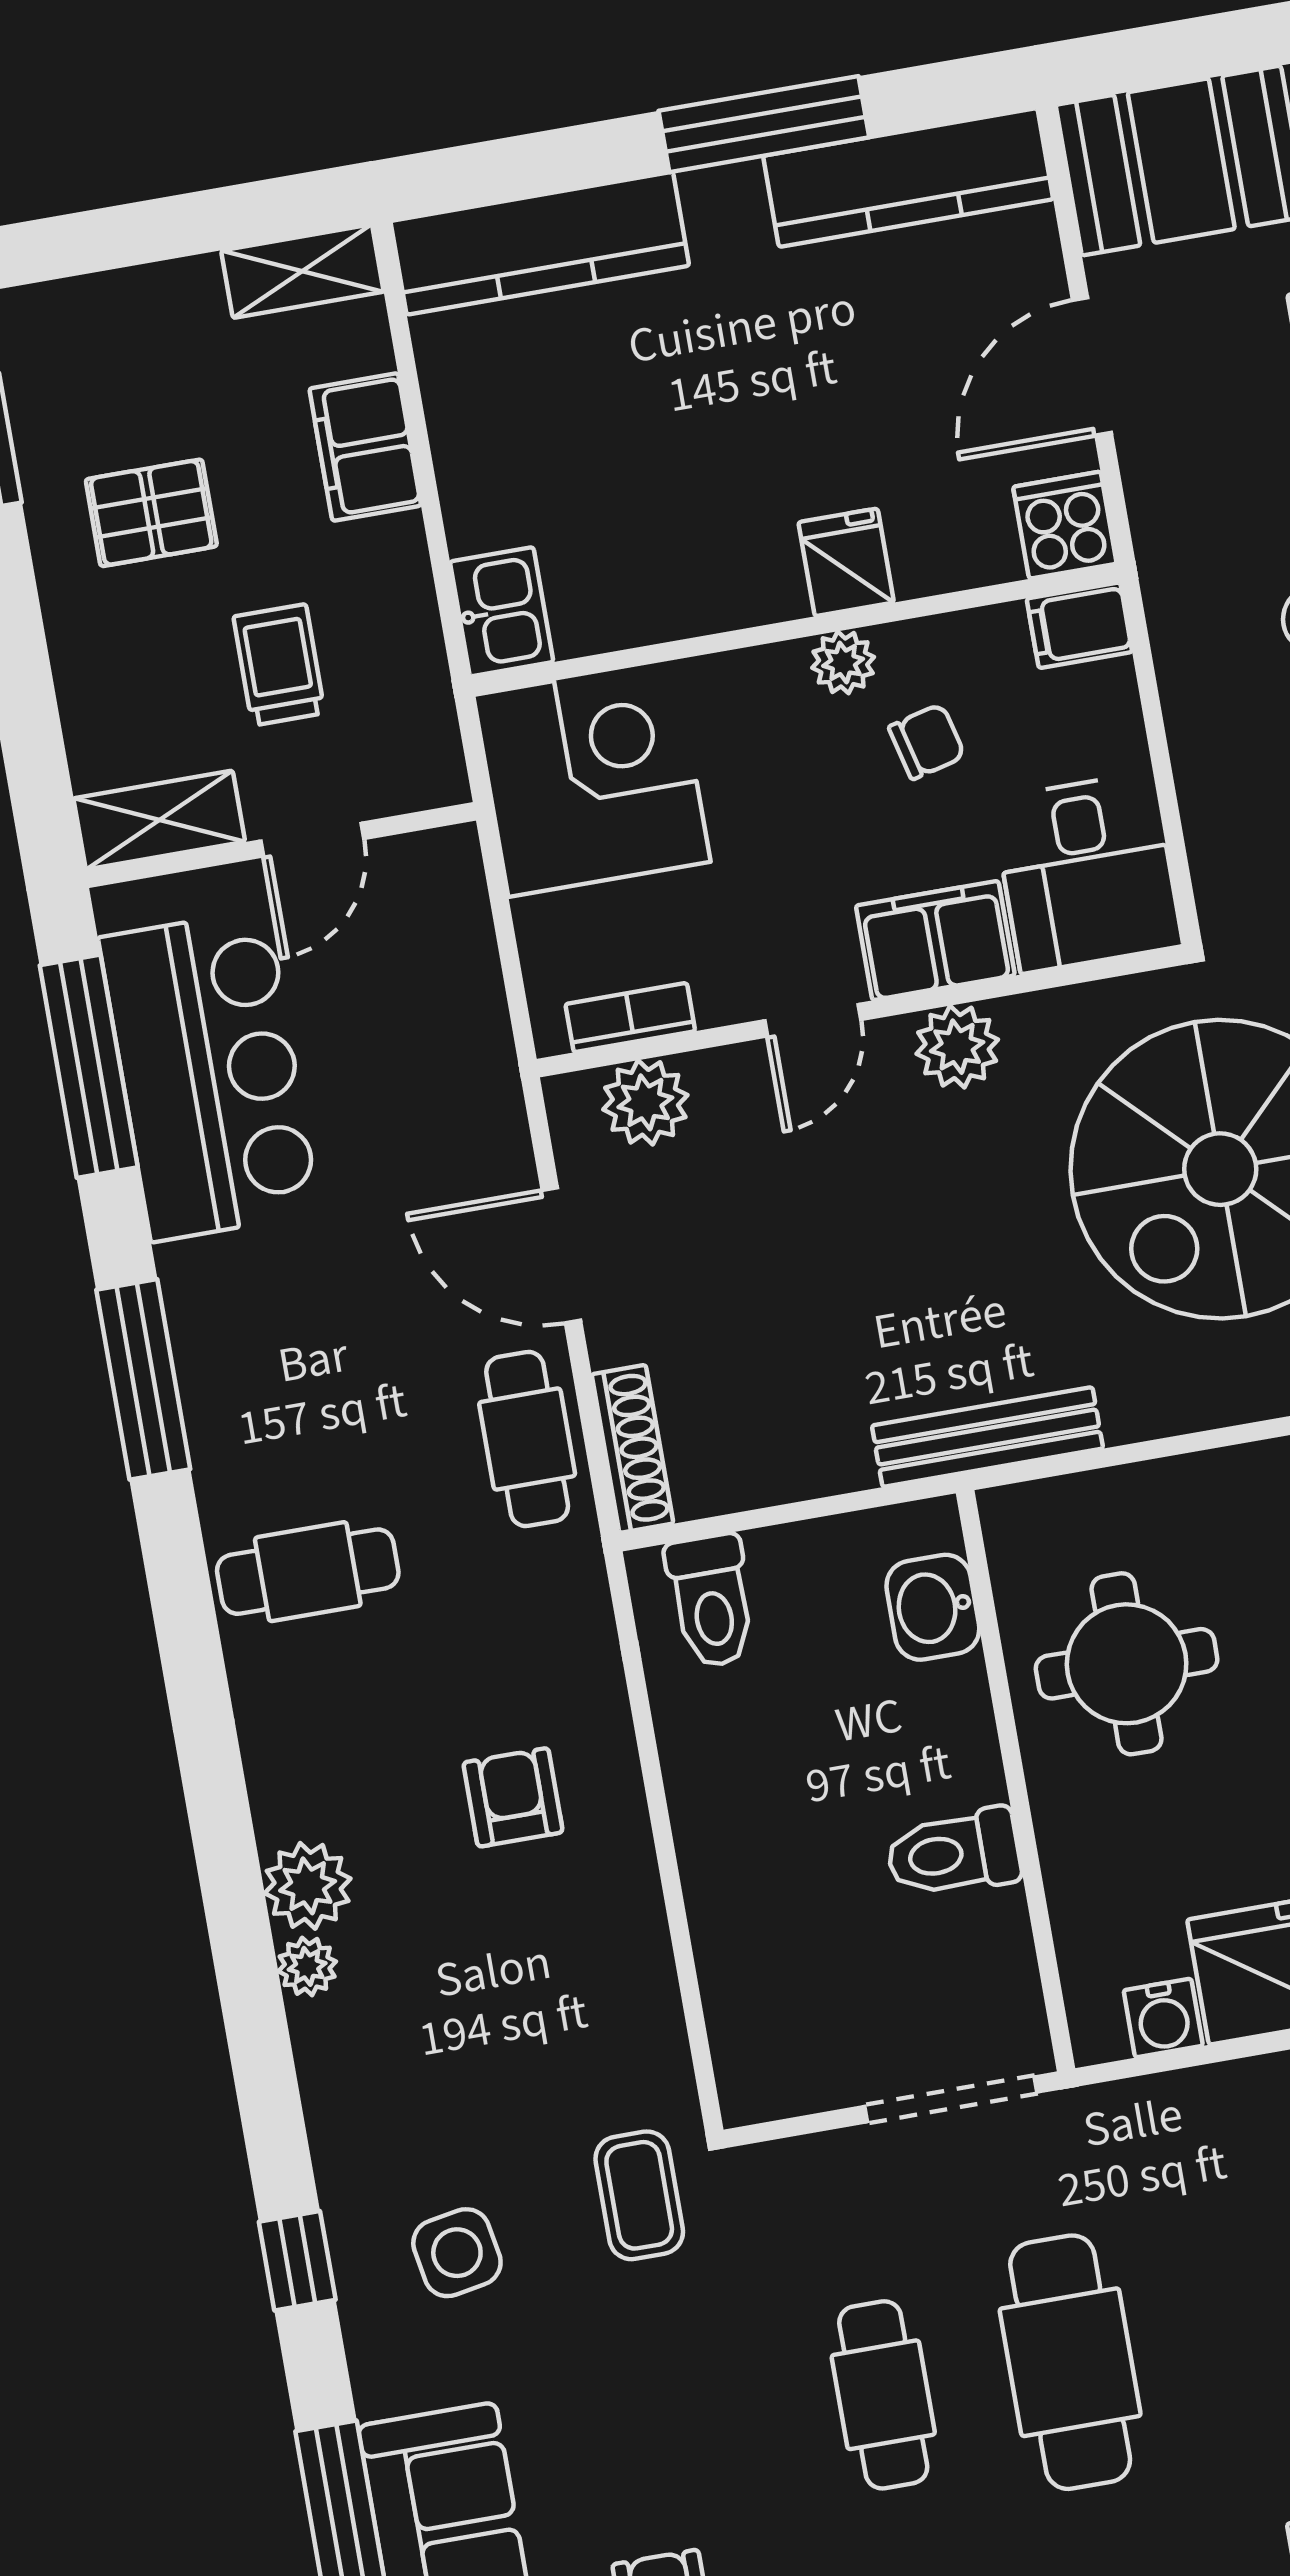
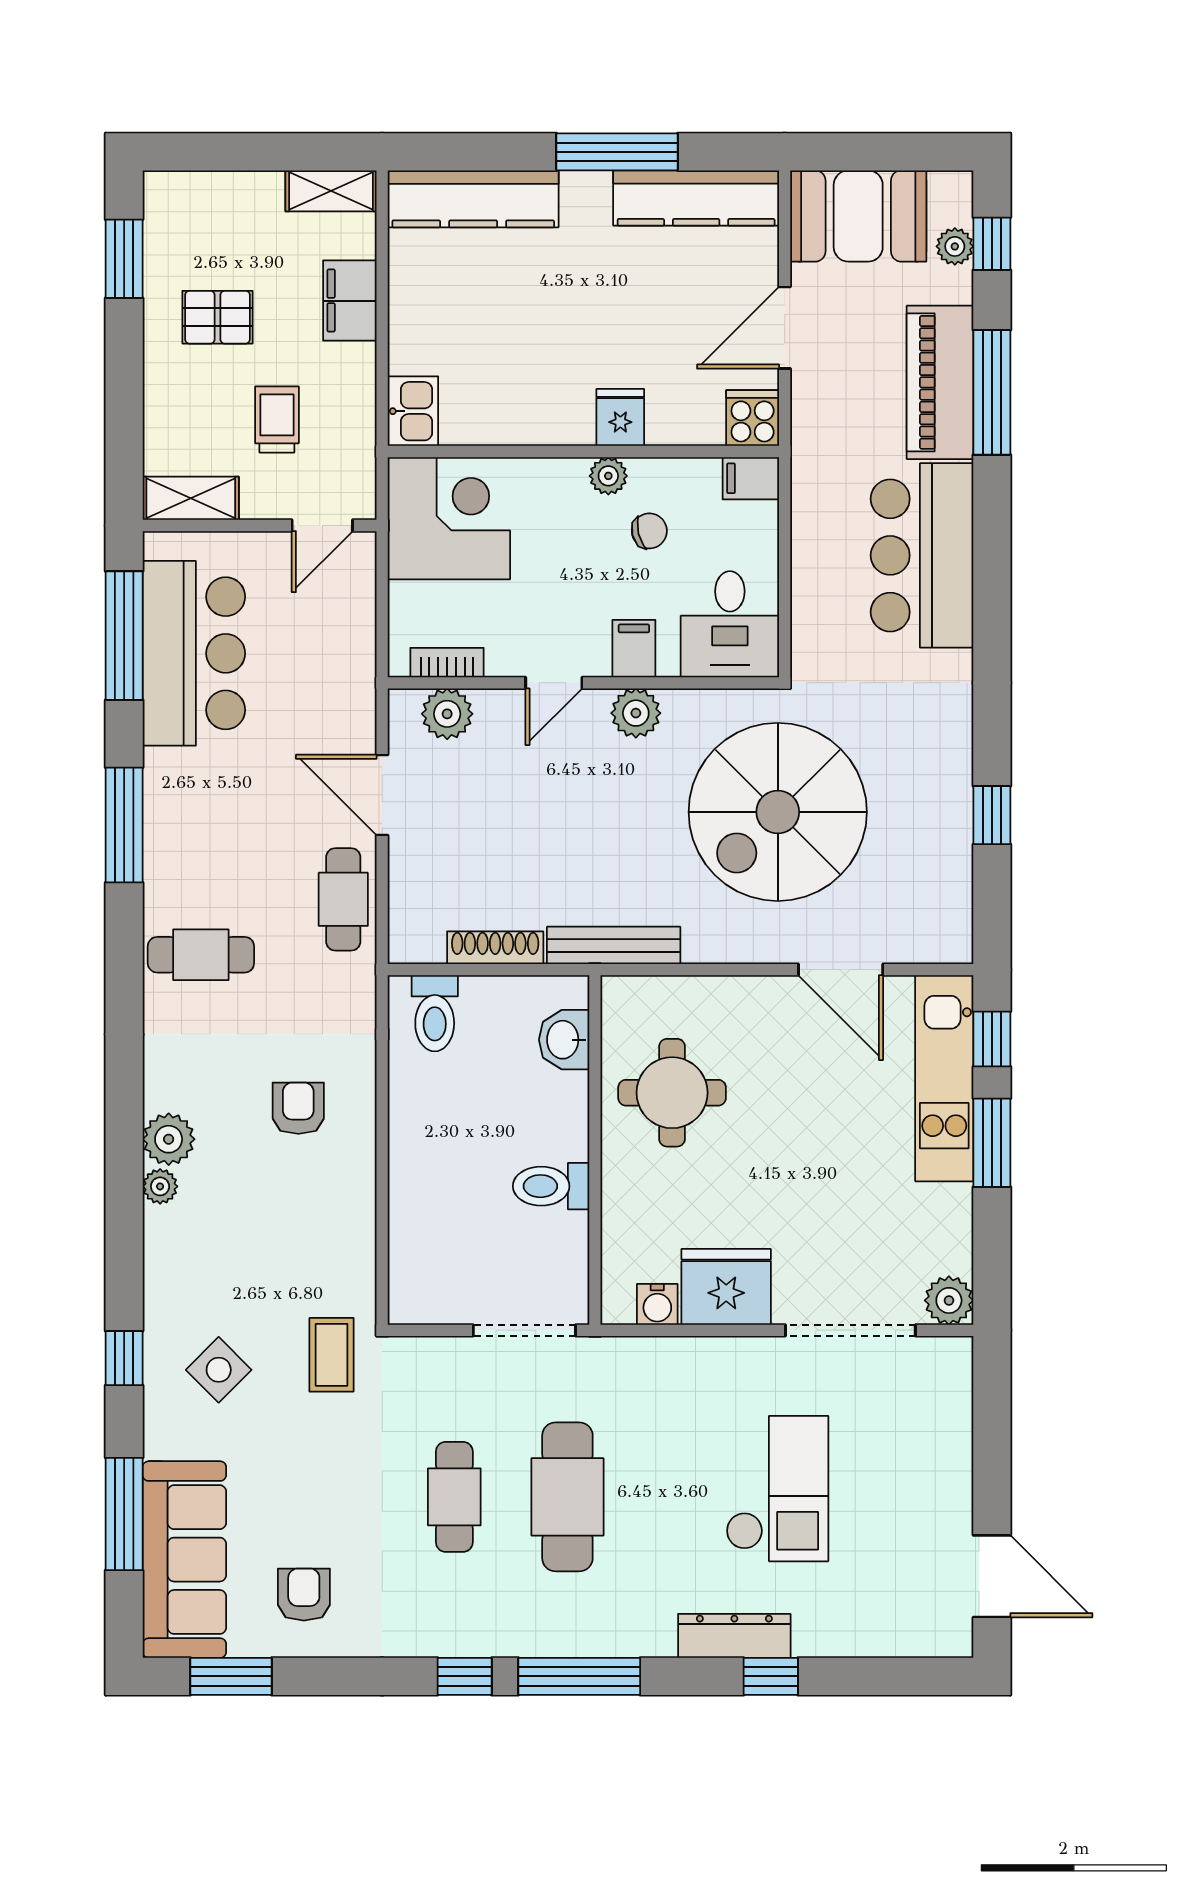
door: (312, 840) -> (322, 526), moved
filing cabinet: (935, 940) -> (634, 649), width x0.50
shoe rack: (632, 1449) -> (495, 948), moved, turned -90
side table: (457, 2253) -> (219, 1370), turned -35

